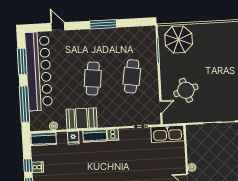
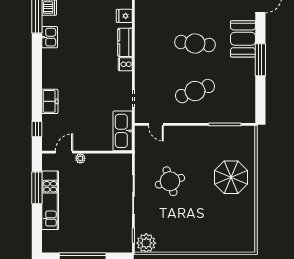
parasol: (179, 39) -> (231, 177), moved
cafe table: (132, 76) -> (195, 91), turned -30
round table: (186, 90) -> (170, 181), moved
booth: (82, 119) -> (243, 39), moved

